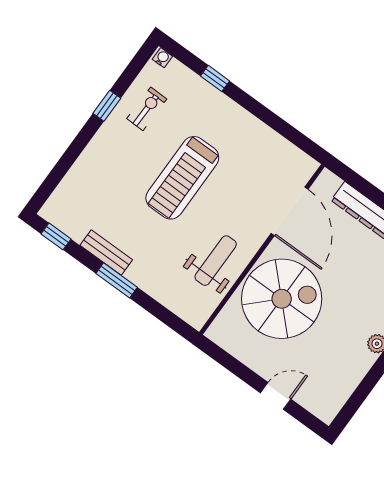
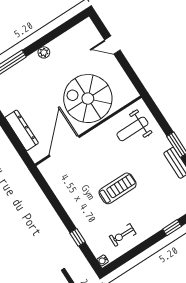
window: (107, 106) -> (172, 228), moved
treadmill: (182, 178) -> (118, 188), width x0.73, depth x0.73
weight bench: (216, 261) -> (132, 129), moved

